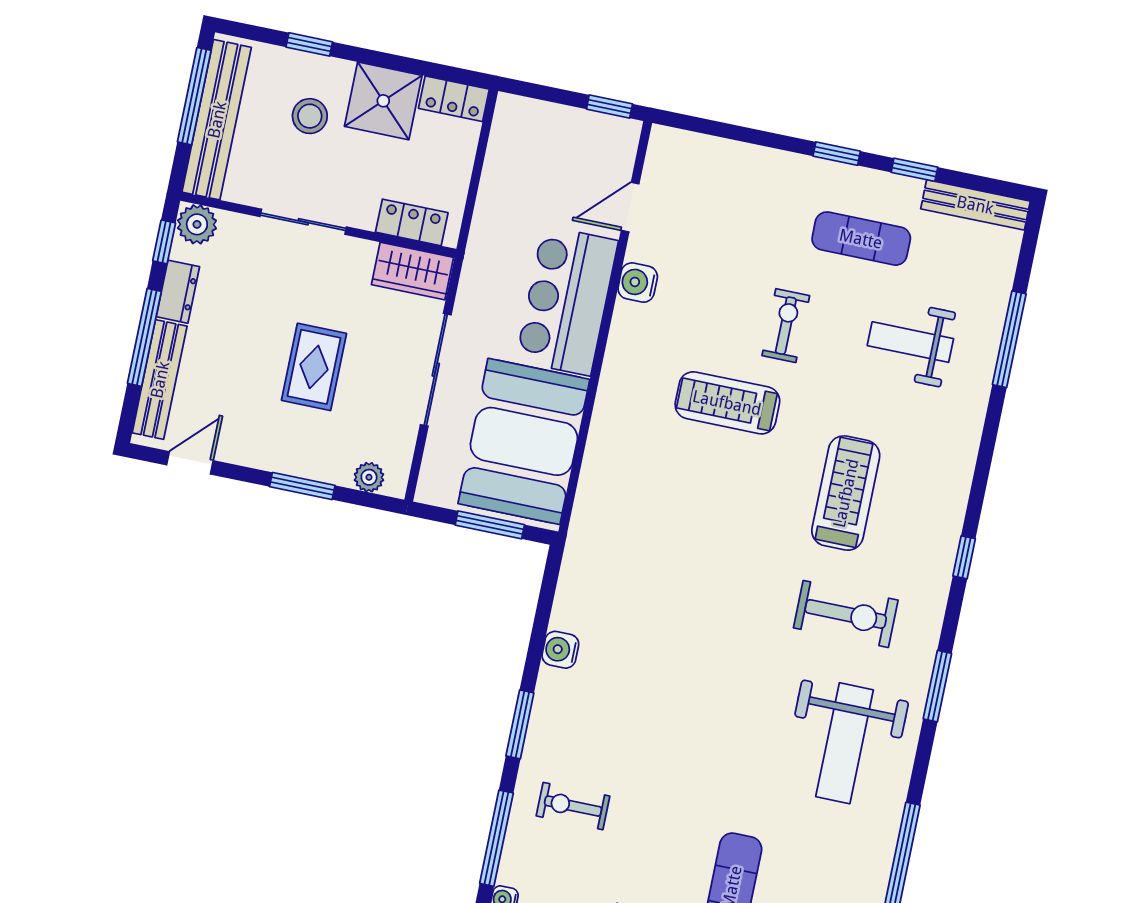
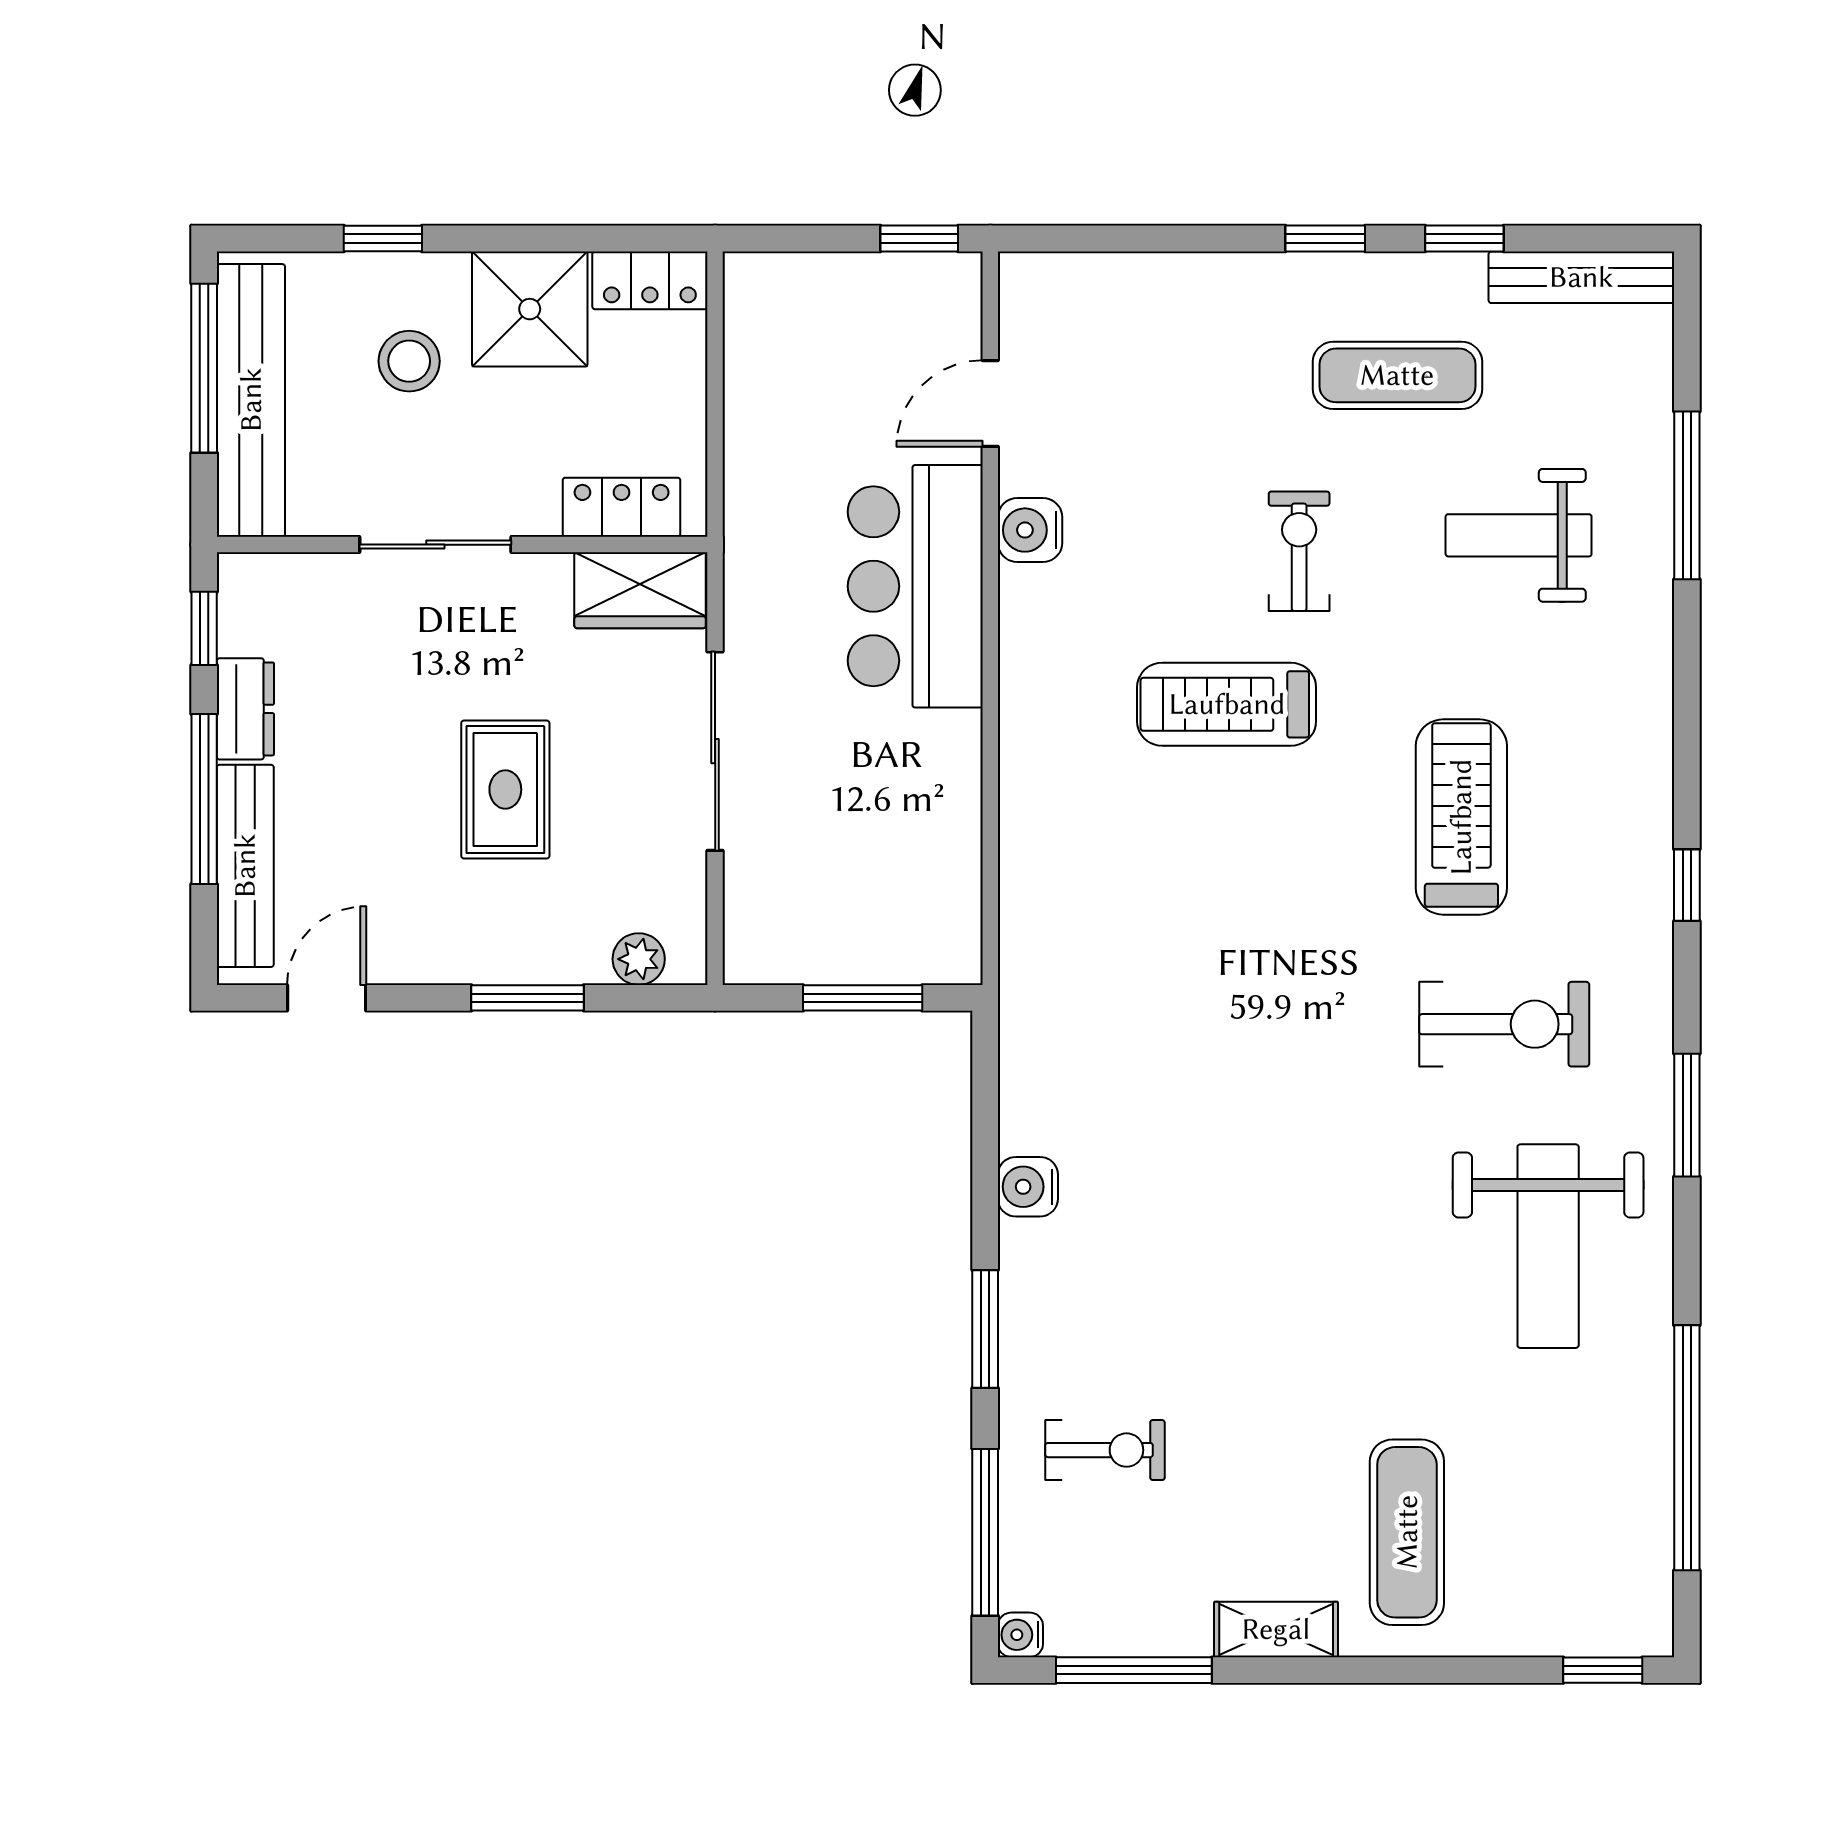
plant: (197, 224) -> (254, 587), removed
booth: (524, 441) -> (891, 843), removed
exercise bike: (573, 806) -> (1105, 1450), turned 180

